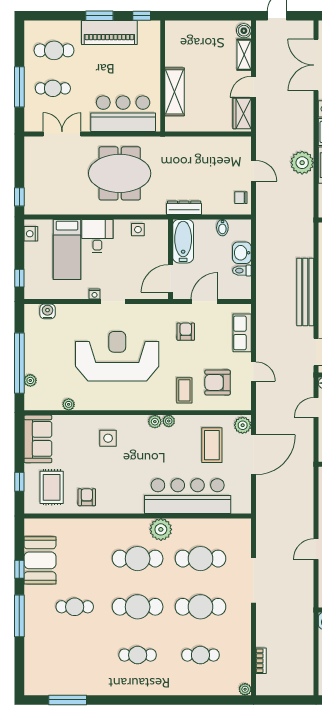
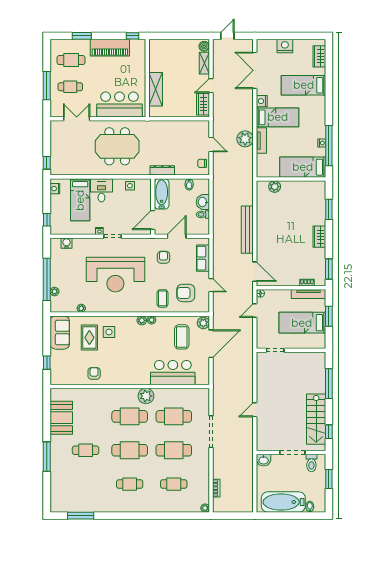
window: (99, 16) -> (82, 36), moved
reception desk: (117, 356) -> (115, 275), turned 180
rug: (52, 487) -> (89, 338), moved
bar counter: (188, 496) -> (173, 373), width x0.73
window: (19, 569) -> (47, 424), removed

